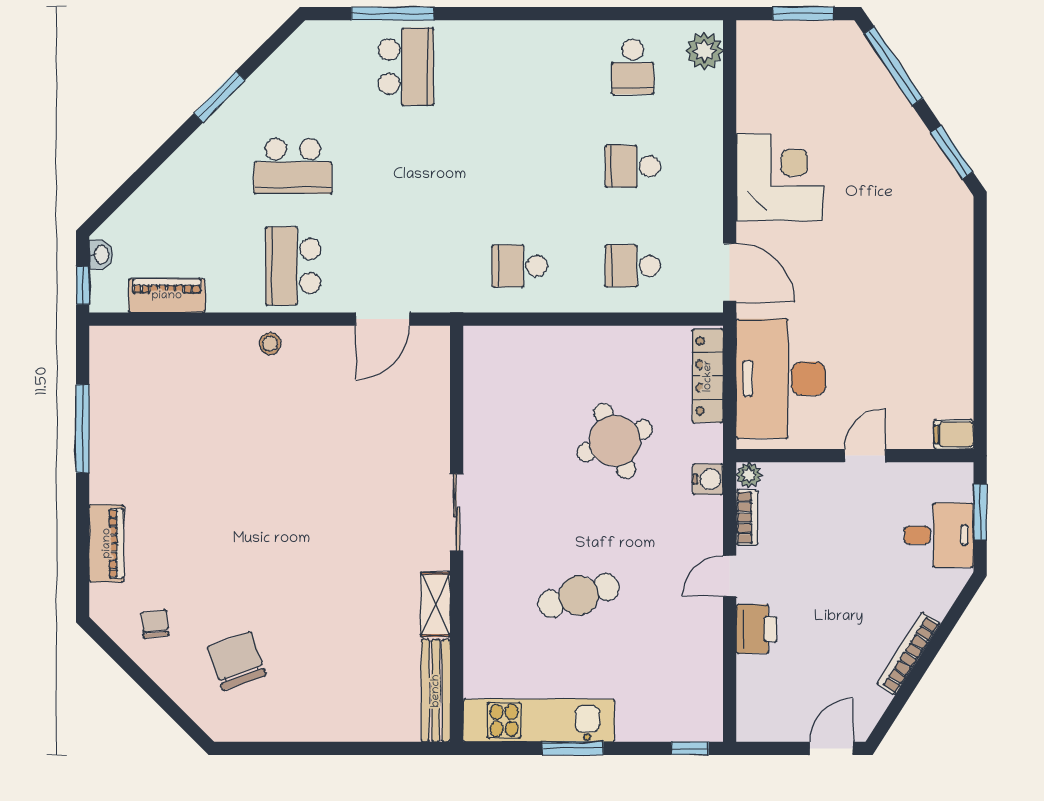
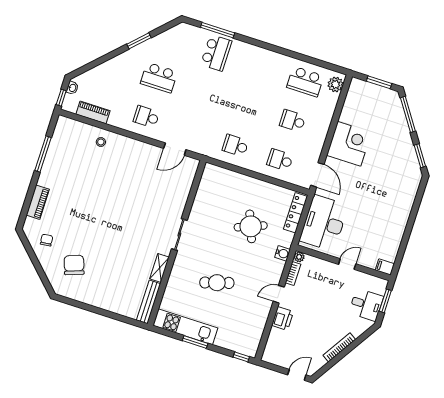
school desk: (633, 67) -> (305, 82), width x1.85
school desk: (293, 266) -> (146, 117), width x0.54
stool: (270, 344) -> (101, 142), moved

